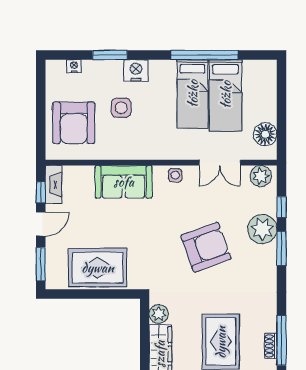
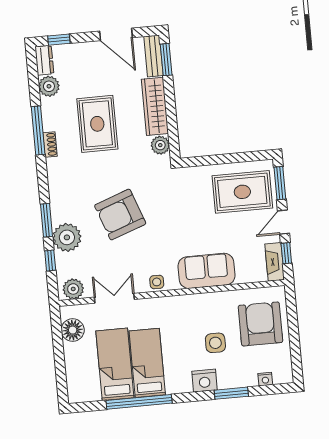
rug: (98, 268) -> (242, 192), moved
shoe rack: (271, 346) -> (50, 144), moved

